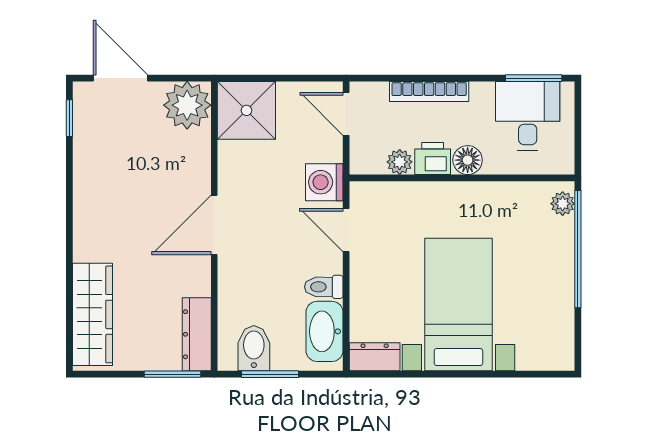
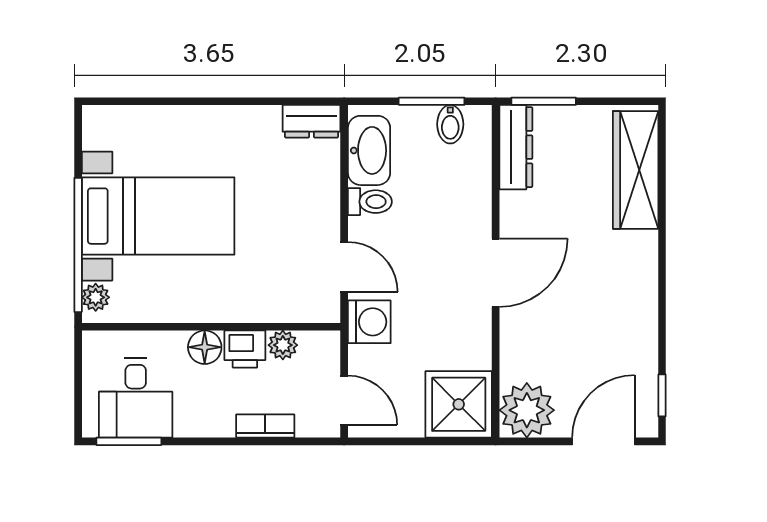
door: (120, 78) -> (603, 441), swing flipped
bookcase: (429, 92) -> (265, 426), width x0.64
bed with nightstands: (458, 305) -> (158, 216), moved, turned -90
bidet: (254, 348) -> (450, 124), width x0.72, depth x0.74

